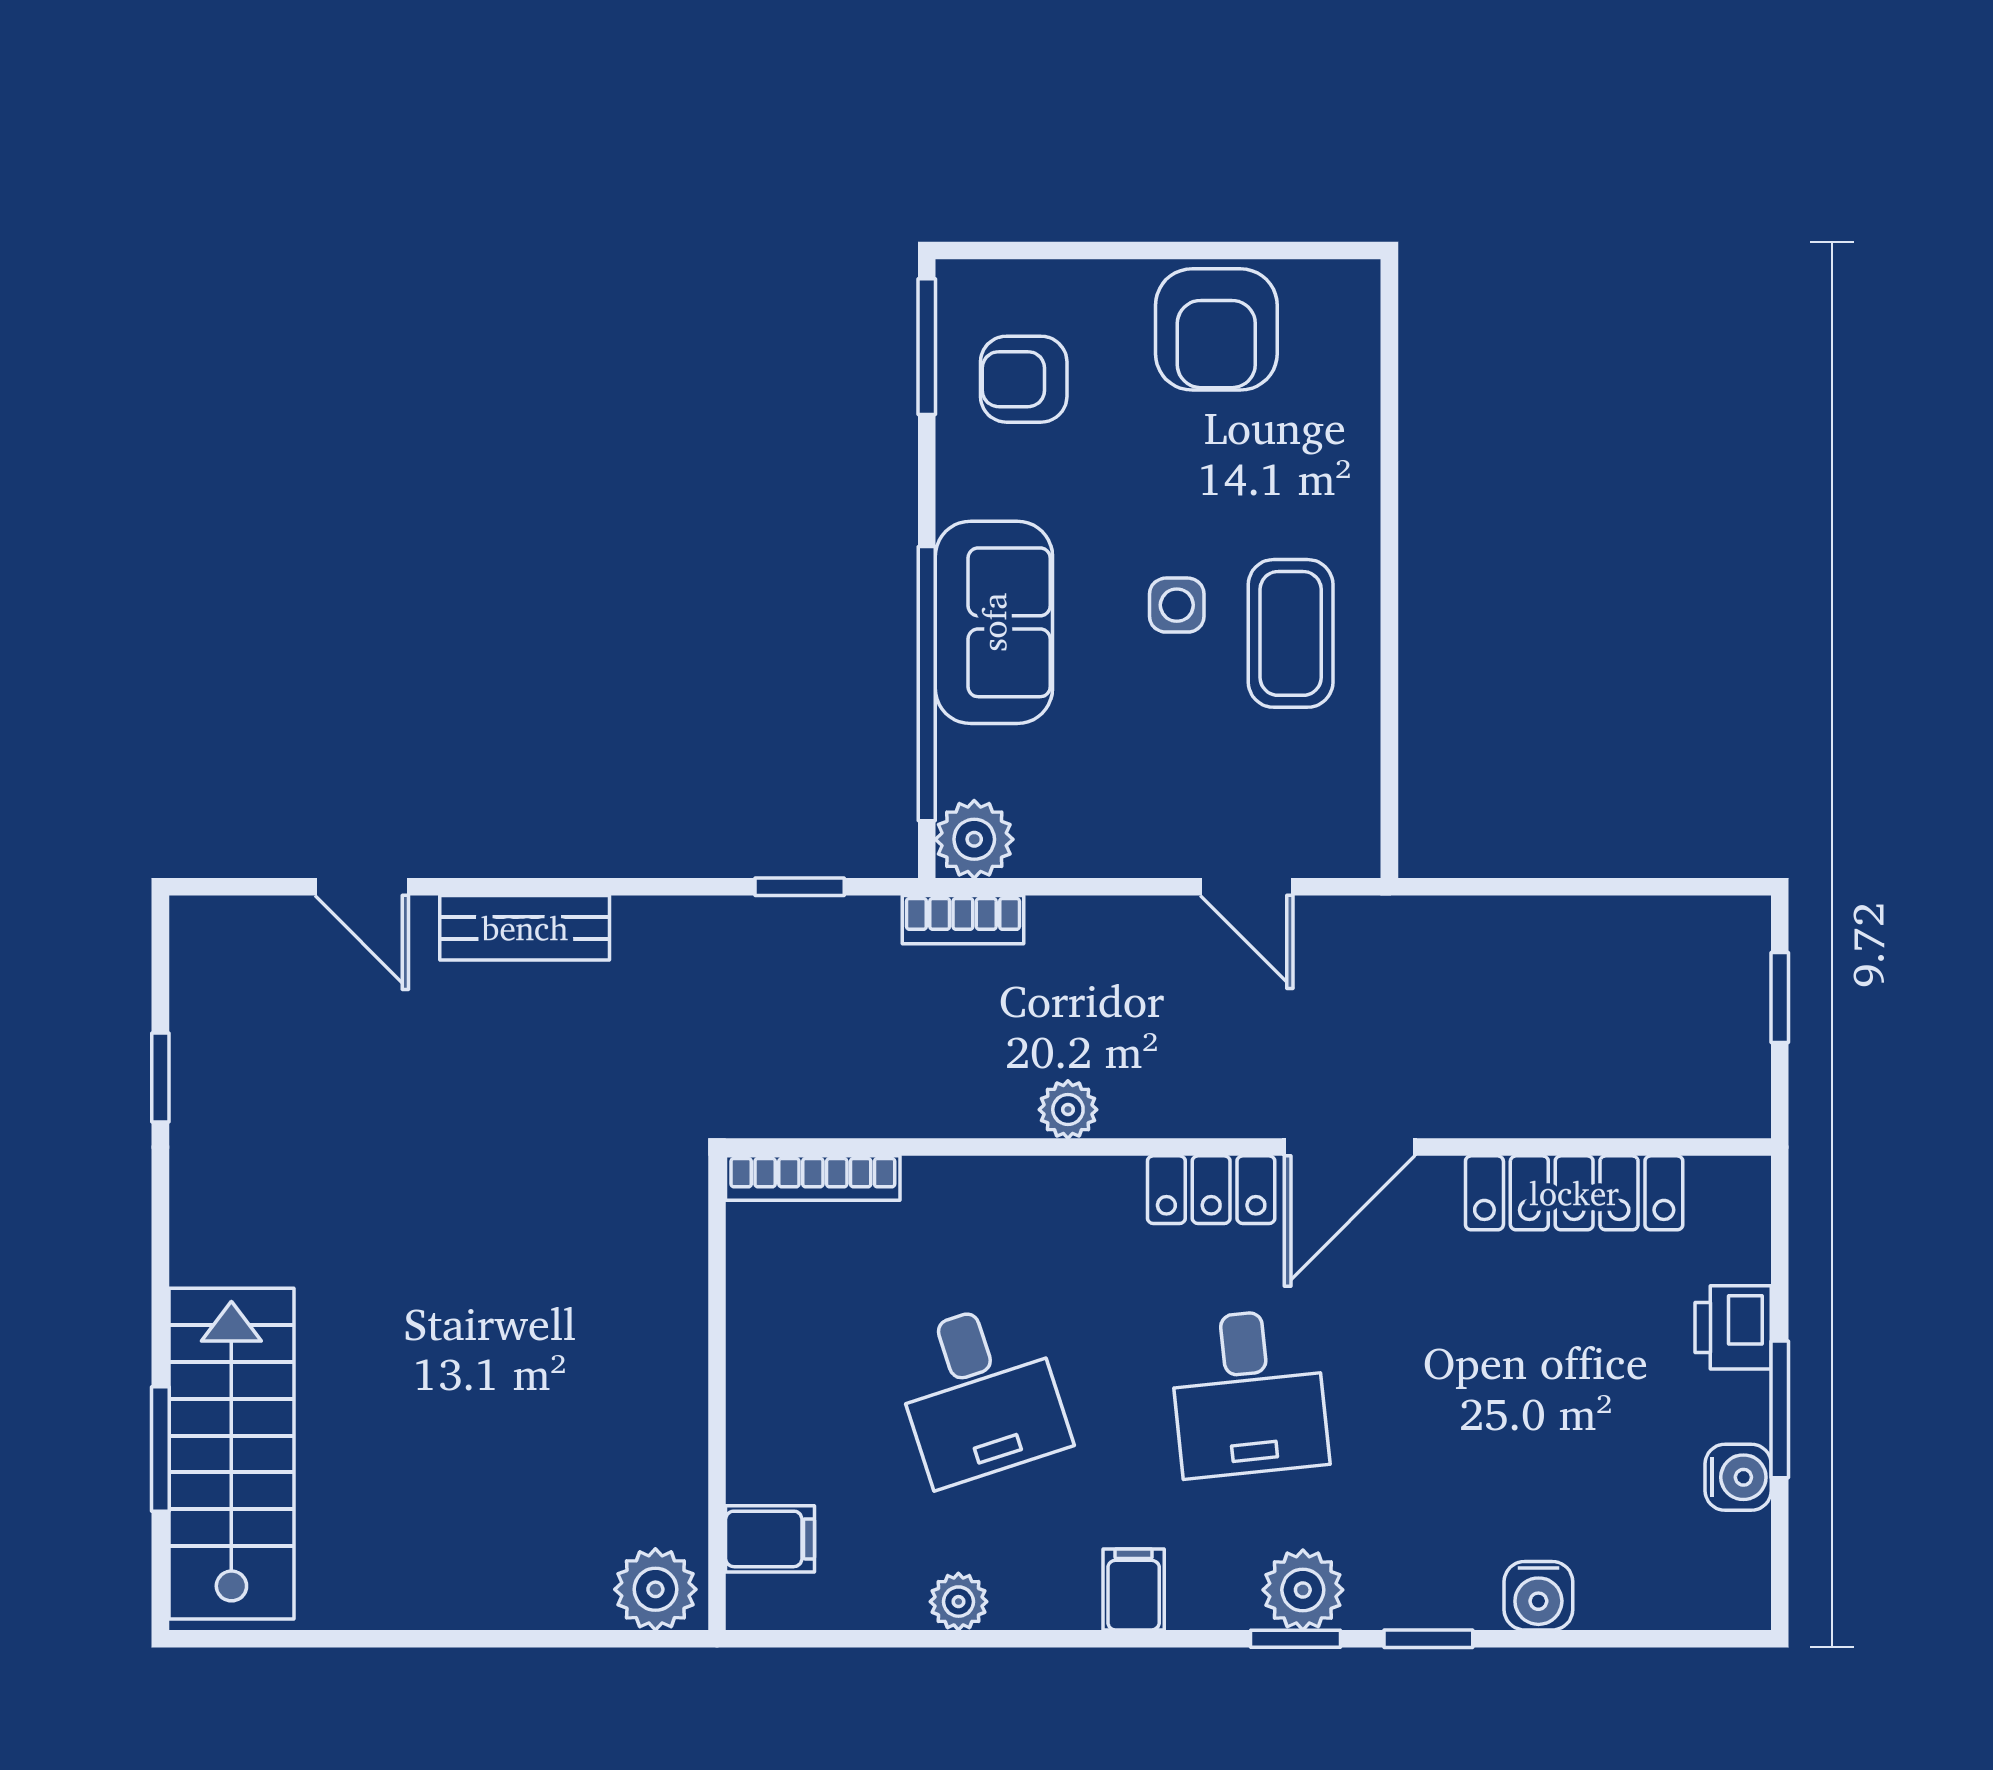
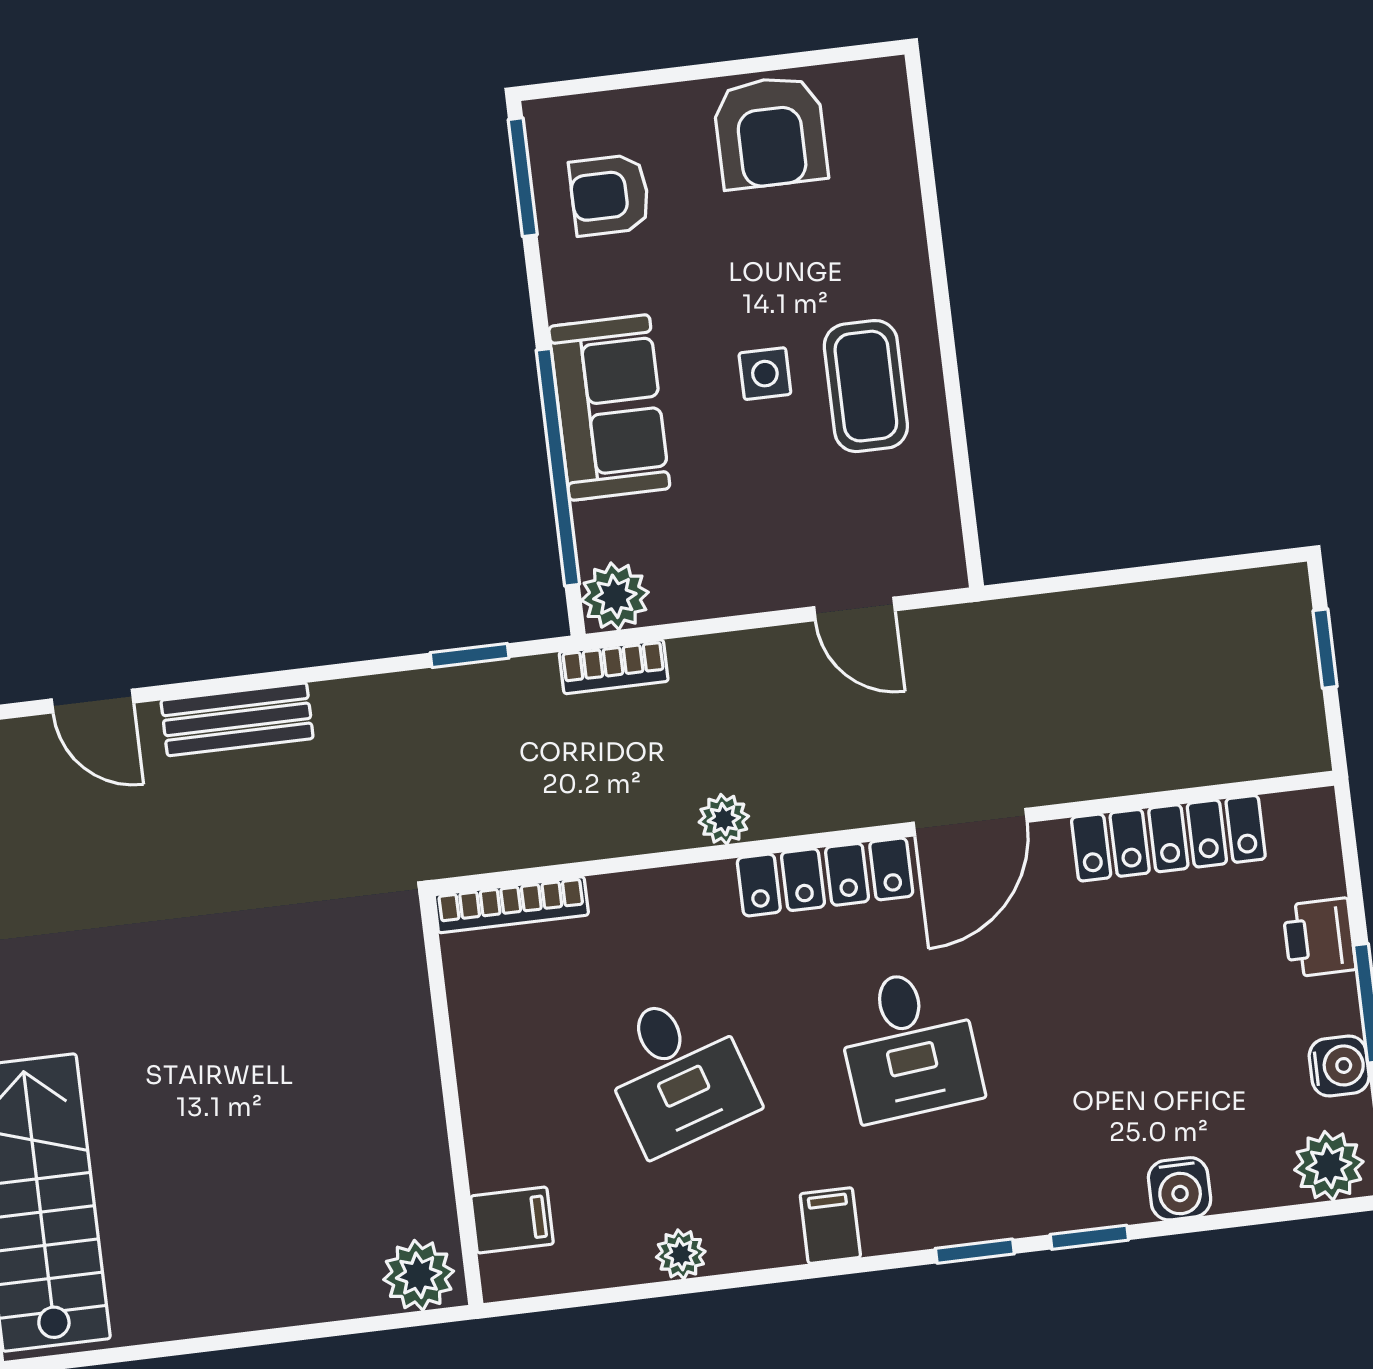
locker: (1211, 1190) -> (825, 877), width x1.53
plant: (1303, 1590) -> (1329, 1166), moved

